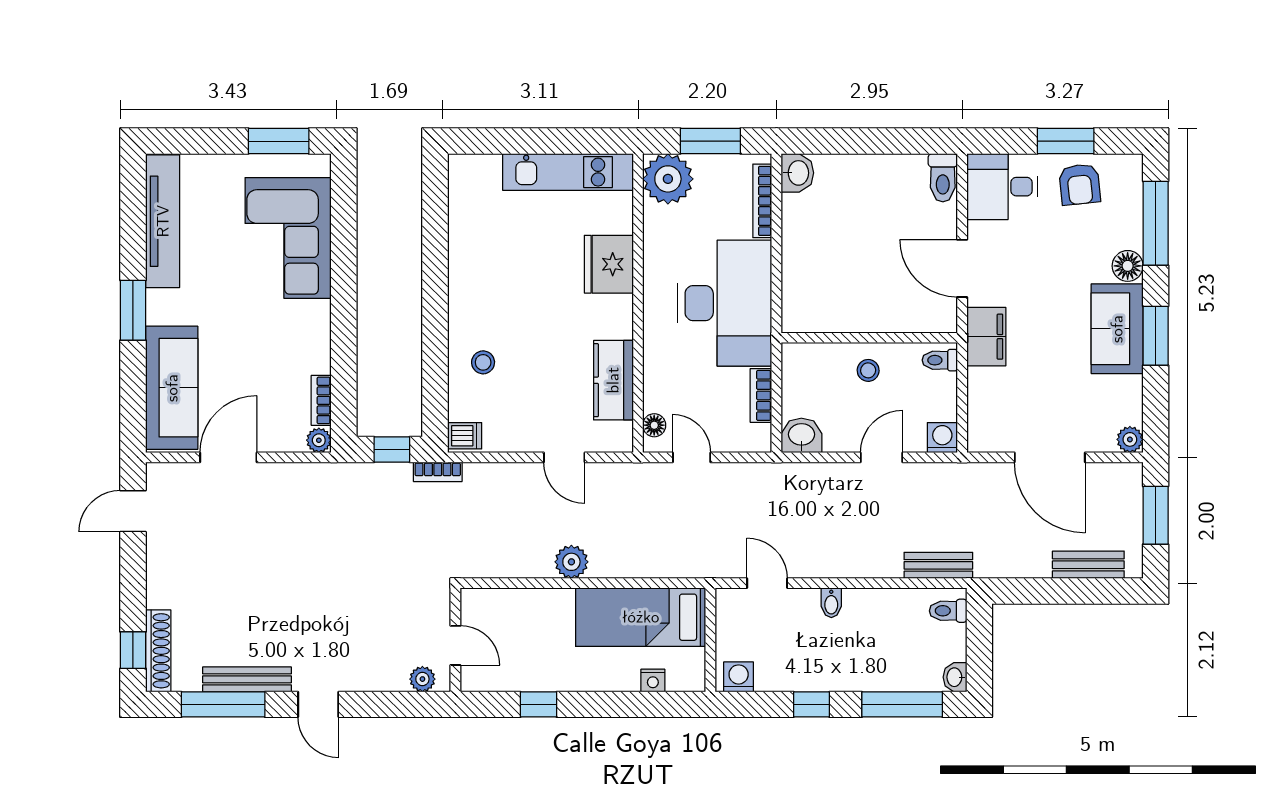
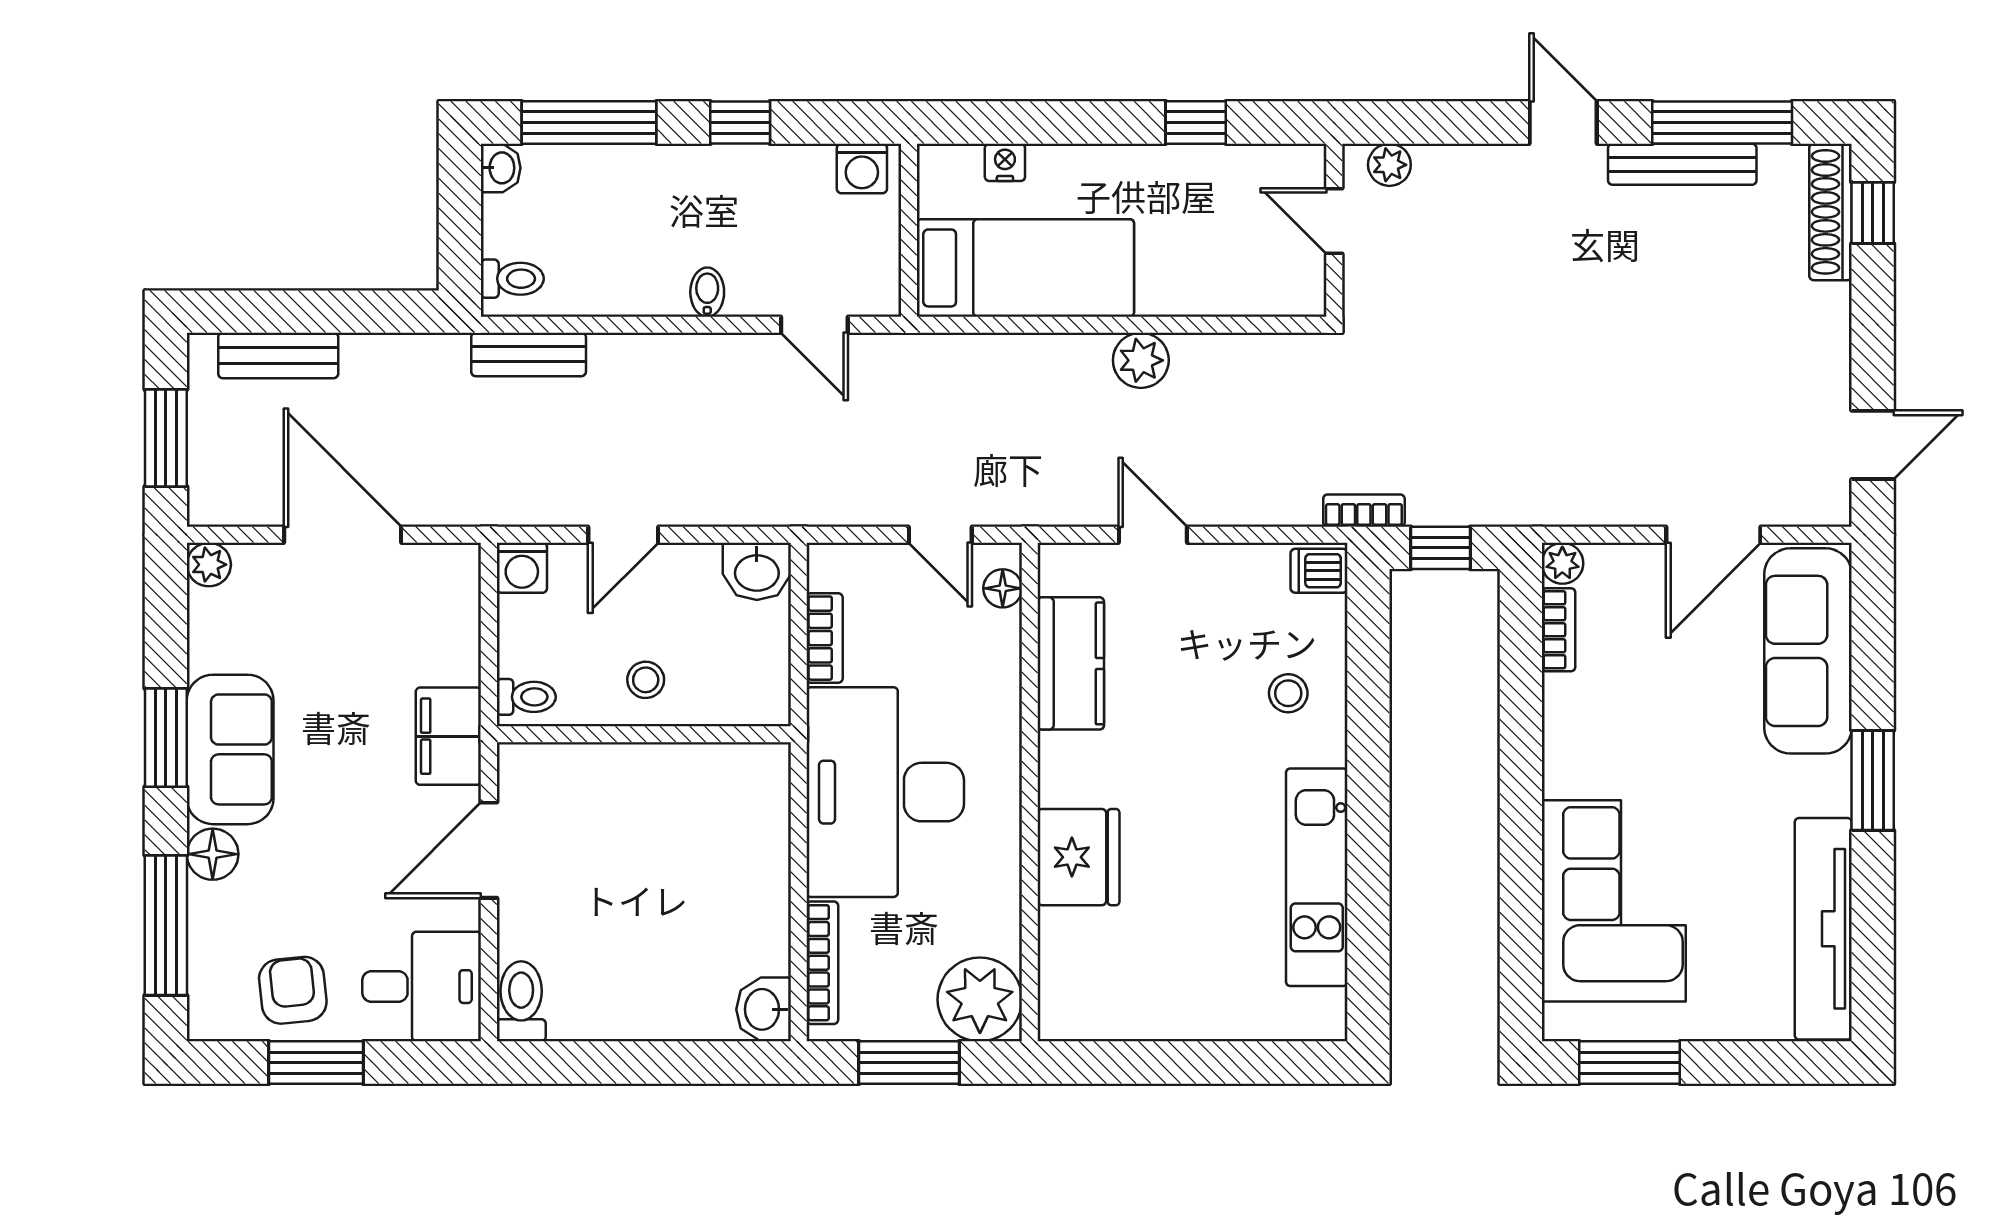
kitchen unit: (568, 172) -> (1317, 877), moved, turned -90
door: (962, 268) -> (489, 850), swing flipped

